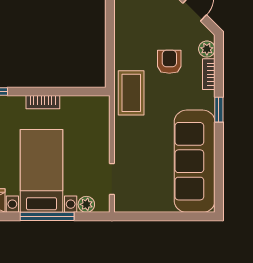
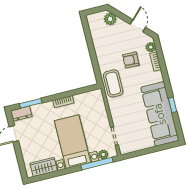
armchair: (169, 62) -> (131, 60), turned -88
window: (219, 110) -> (173, 105), moved
window: (47, 216) -> (97, 164), moved

